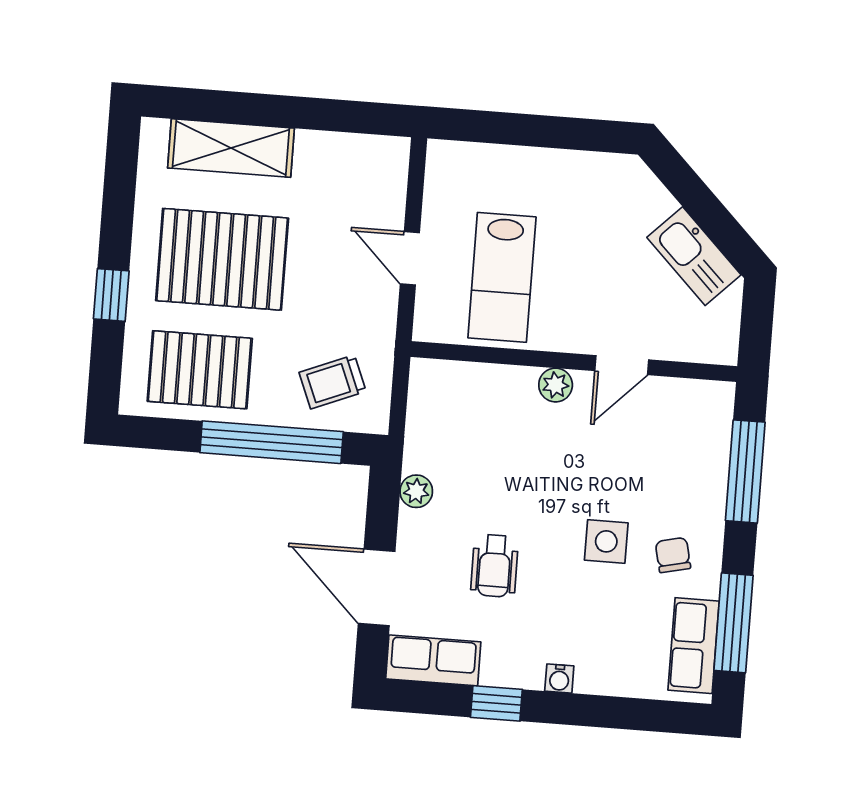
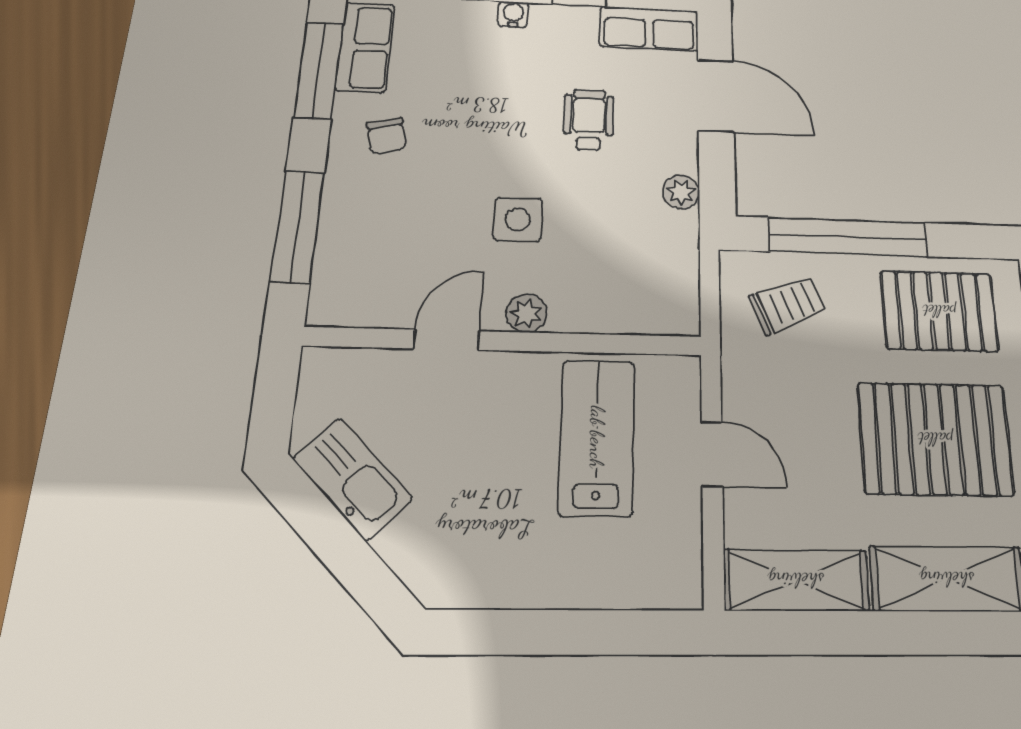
shelving: (353, 156) -> (796, 580), added
side table: (606, 541) -> (518, 219), moved

